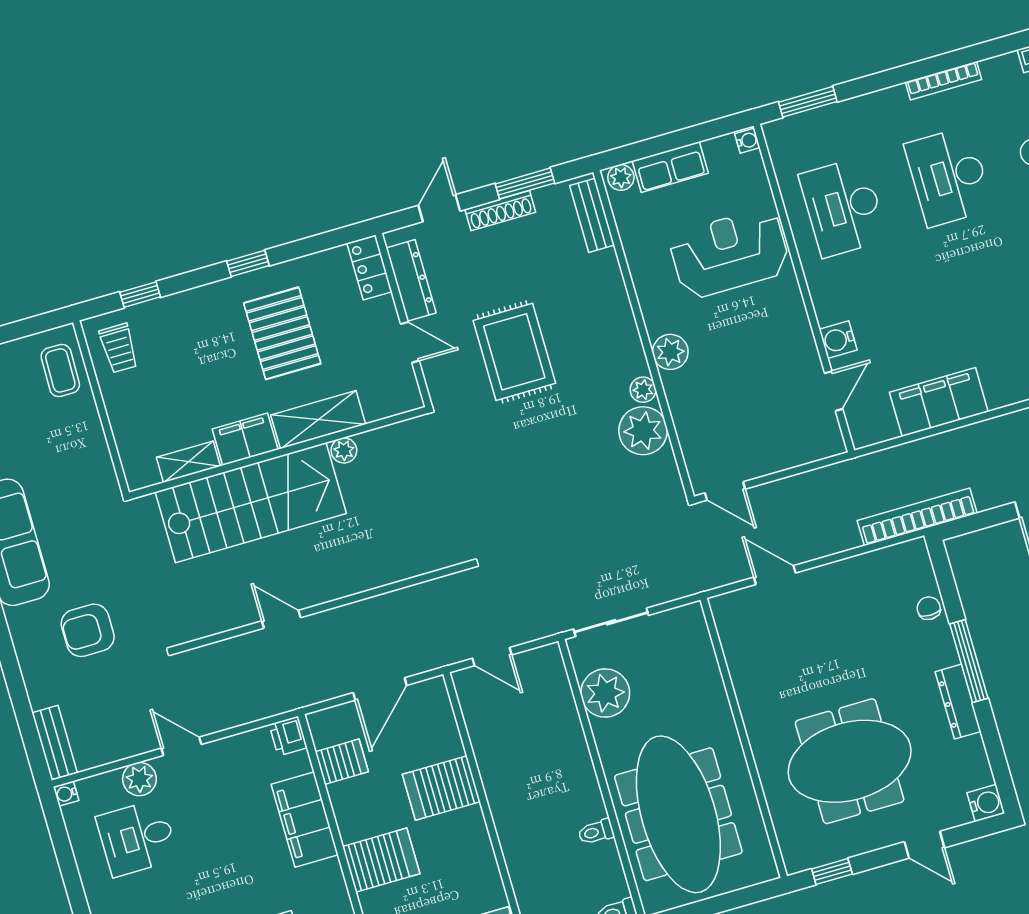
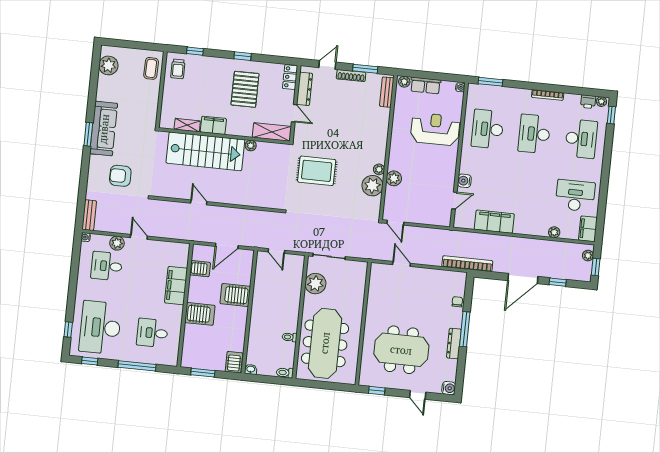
rug: (514, 352) -> (317, 171), moved, turned 90
plant: (670, 352) -> (394, 178), moved
shelving: (318, 420) -> (272, 132), moved
printer: (288, 736) -> (183, 250), removed

